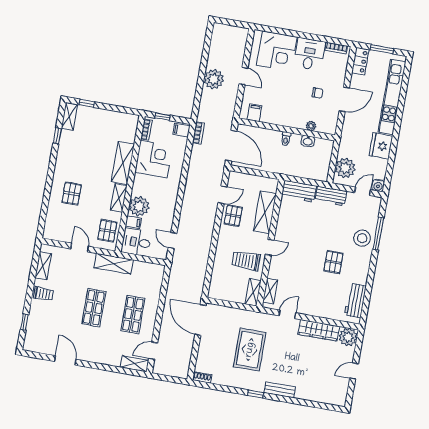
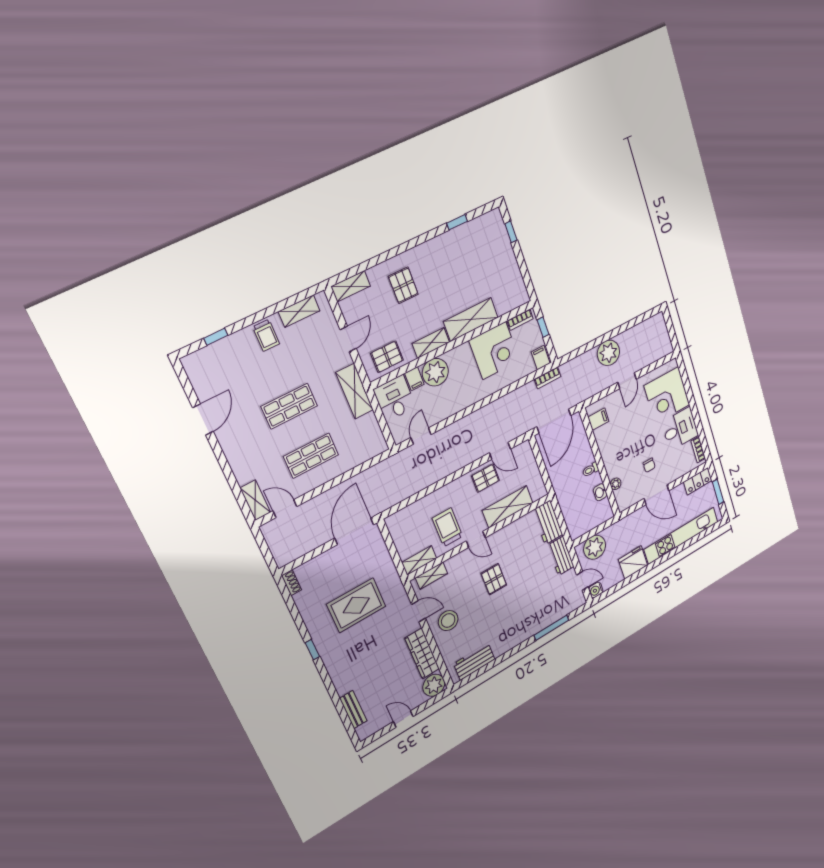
shelving: (69, 116) -> (351, 286), moved
pallet: (72, 194) -> (403, 285), turned 90
stool: (362, 238) -> (448, 621), moved
pallet: (333, 262) -> (494, 579), moved, turned 90
bench: (280, 390) -> (353, 710), moved

